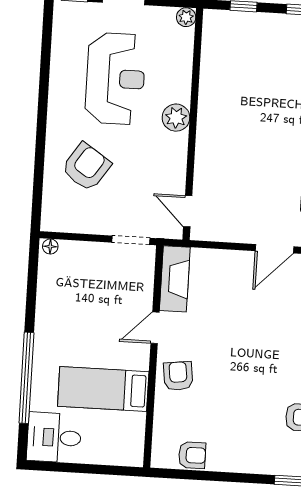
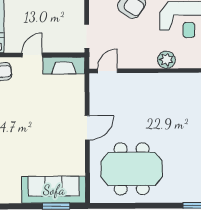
door: (275, 249) -> (87, 128), swing flipped
door: (155, 328) -> (32, 55), hinge flipped

